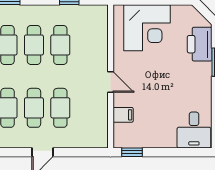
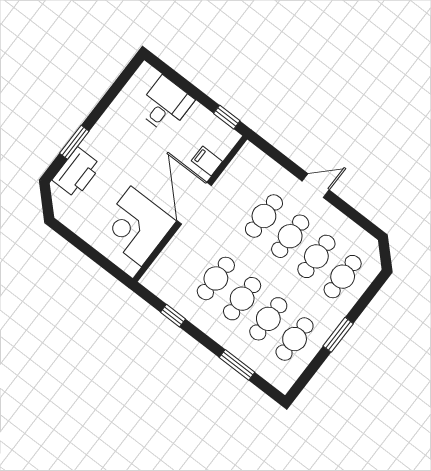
corner desk: (147, 28) -> (136, 226), moved, turned -90
door: (111, 82) -> (194, 203), width x1.87
desk: (194, 130) -> (165, 105), moved

